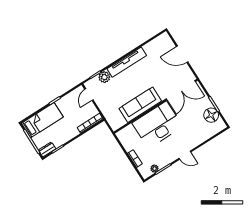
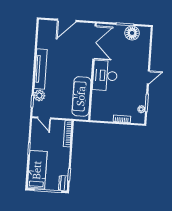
sofa: (140, 105) -> (81, 96), moved
desk: (157, 125) -> (105, 76), width x0.73, depth x0.77

